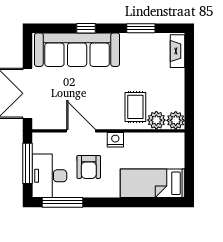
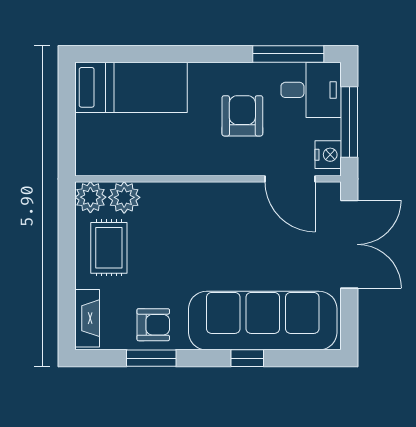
armchair: (140, 47) -> (153, 325), added
rug: (135, 107) -> (109, 248), moved
door: (81, 131) -> (290, 179), moved
nightstand: (115, 140) -> (328, 155), moved, turned -90
desk: (49, 176) -> (311, 90), width x0.73

